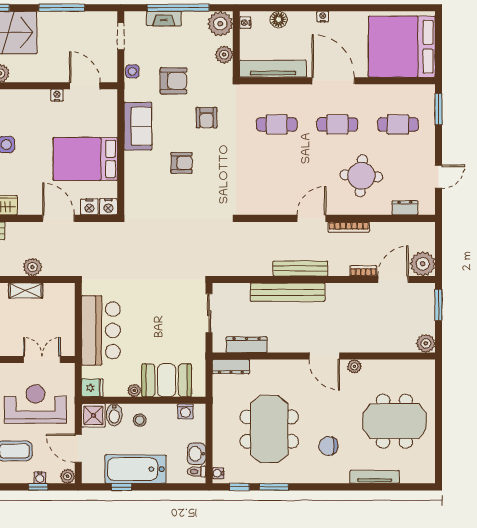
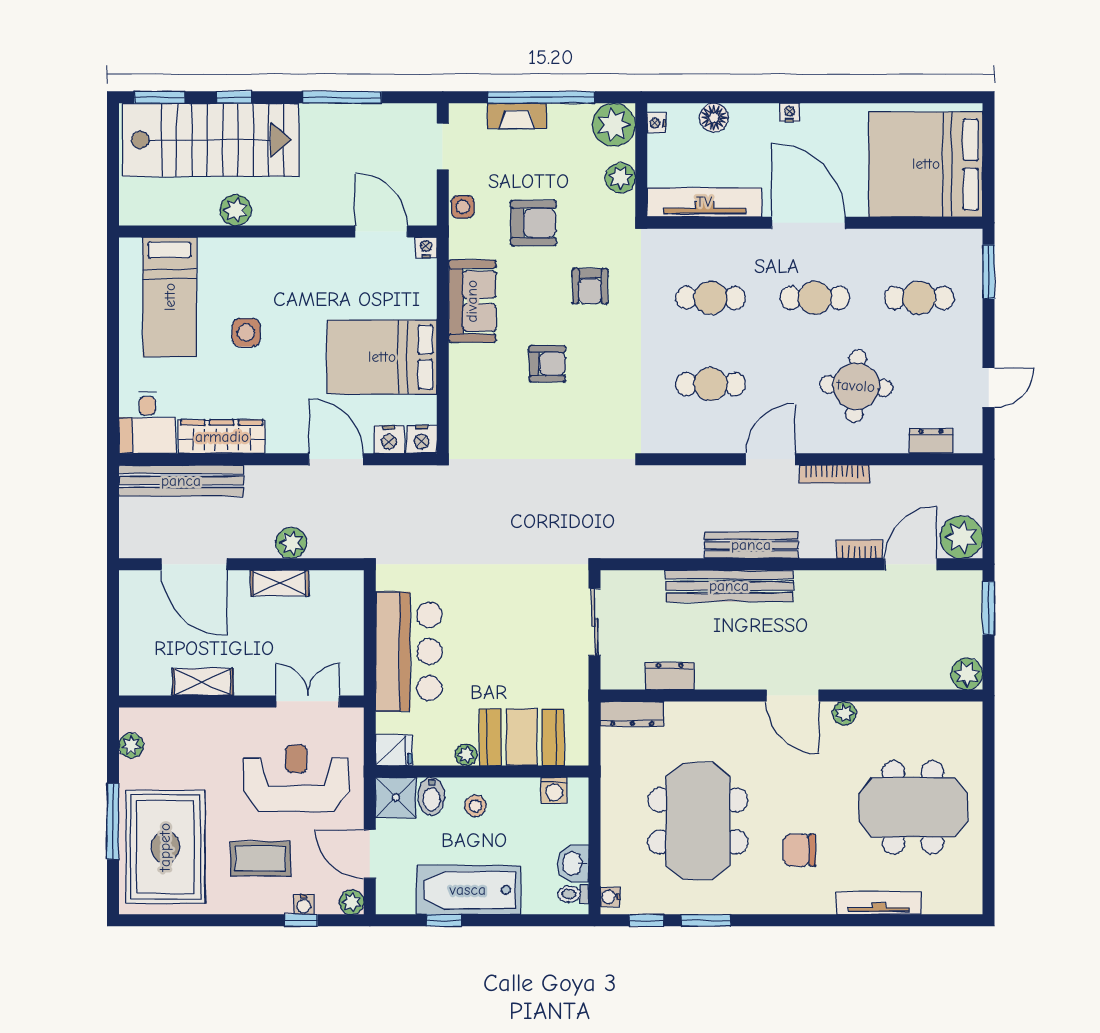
nightstand: (57, 95) -> (426, 248), moved
cafe table: (277, 175) -> (711, 384), added
dresser: (247, 345) -> (670, 676), width x0.70

